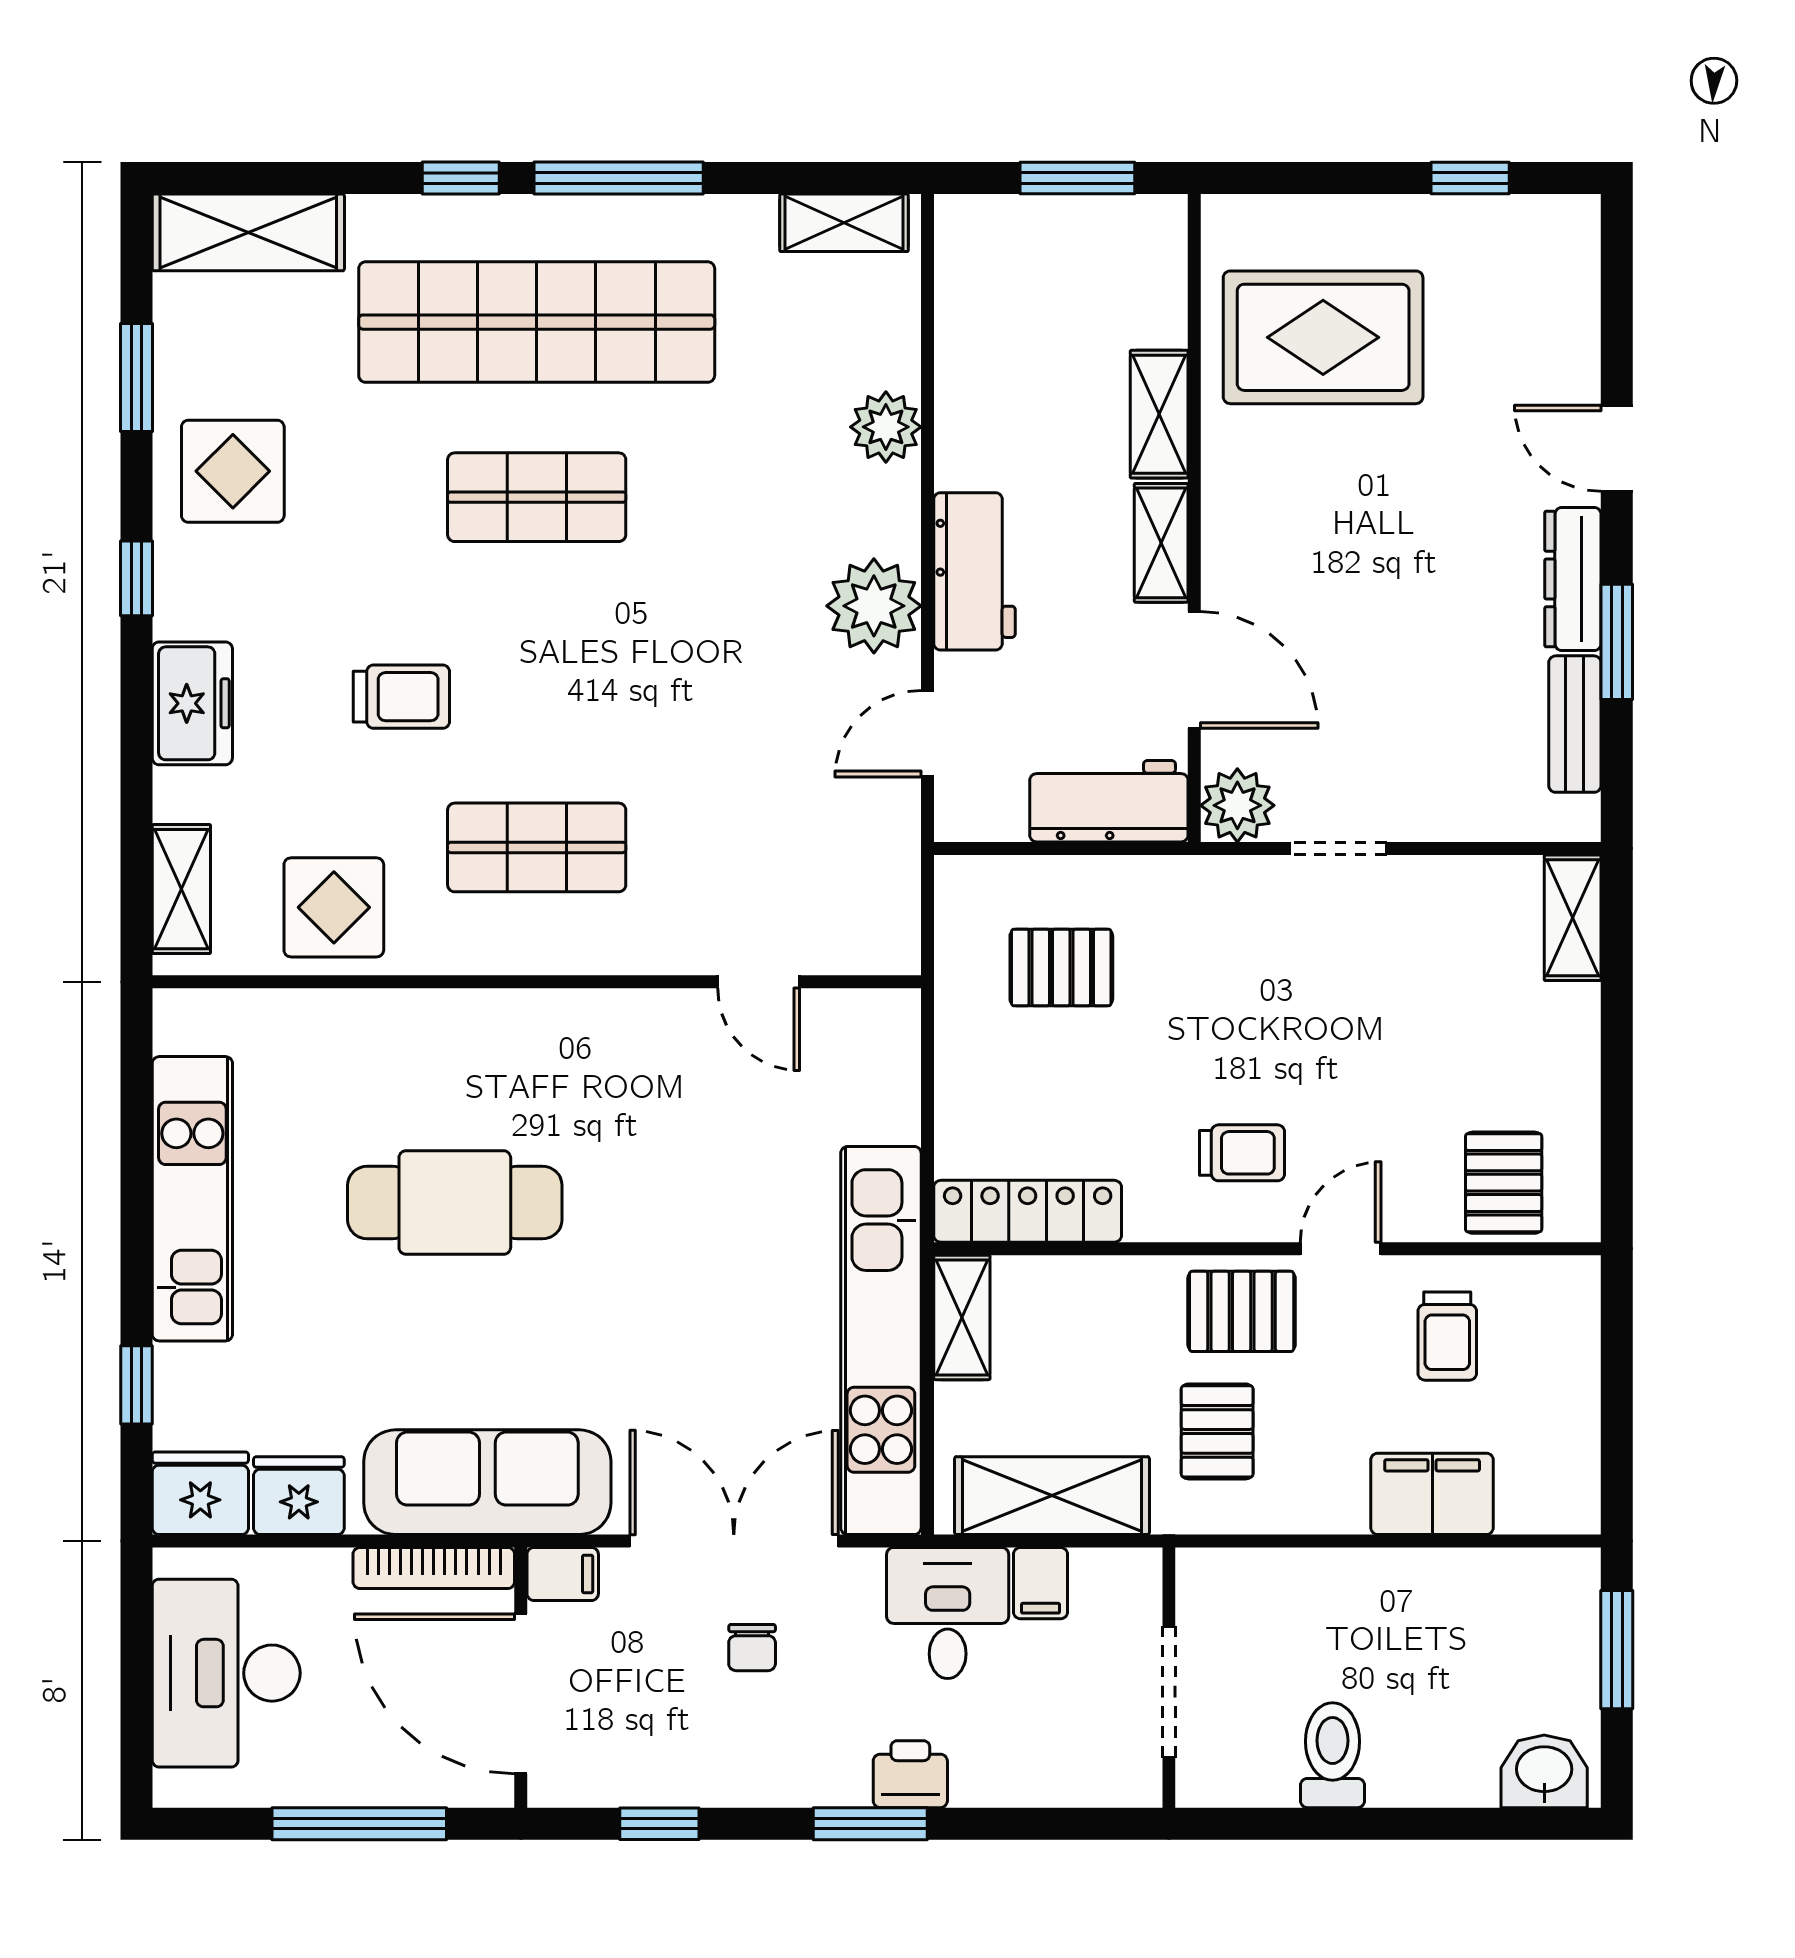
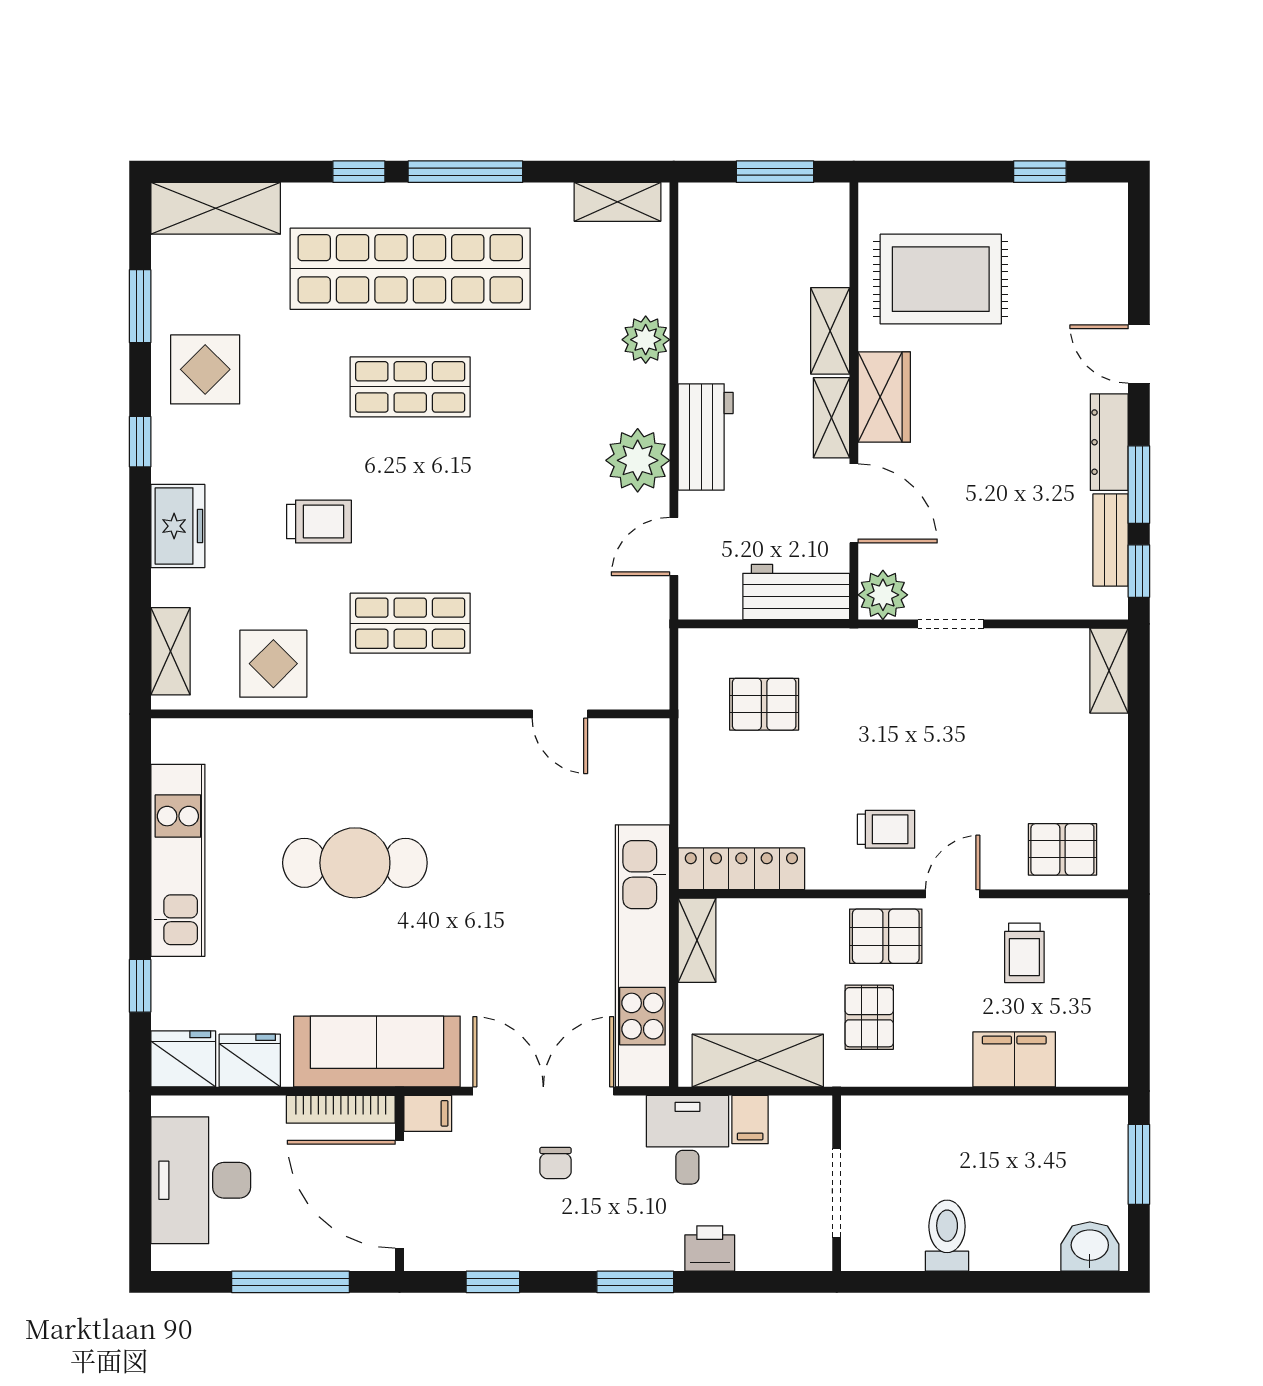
wardrobe: (1239, 512) -> (884, 397), added
window: (1617, 770) -> (1139, 571), added
pallet: (1504, 1183) -> (1062, 849), turned 90
printer: (910, 1774) -> (710, 1248), moved

